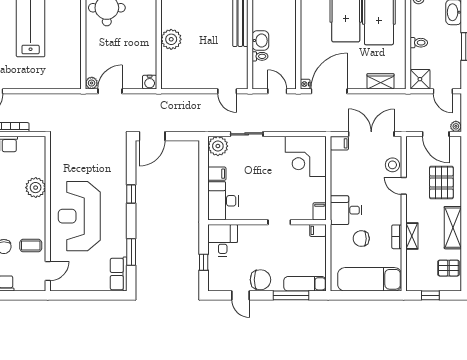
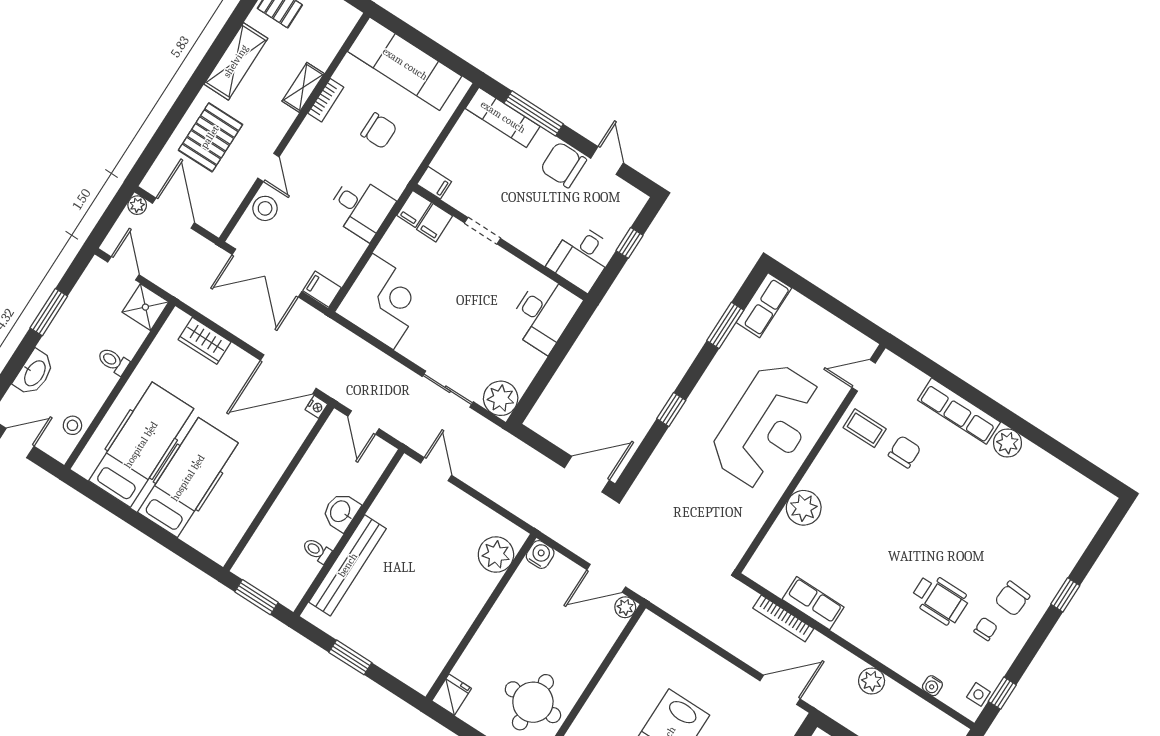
plant: (171, 39) -> (496, 555), moved
toilet: (260, 56) -> (317, 551), moved
filing cabinet: (217, 174) -> (435, 223), moved, turned -90
desk: (346, 210) -> (361, 208), moved

